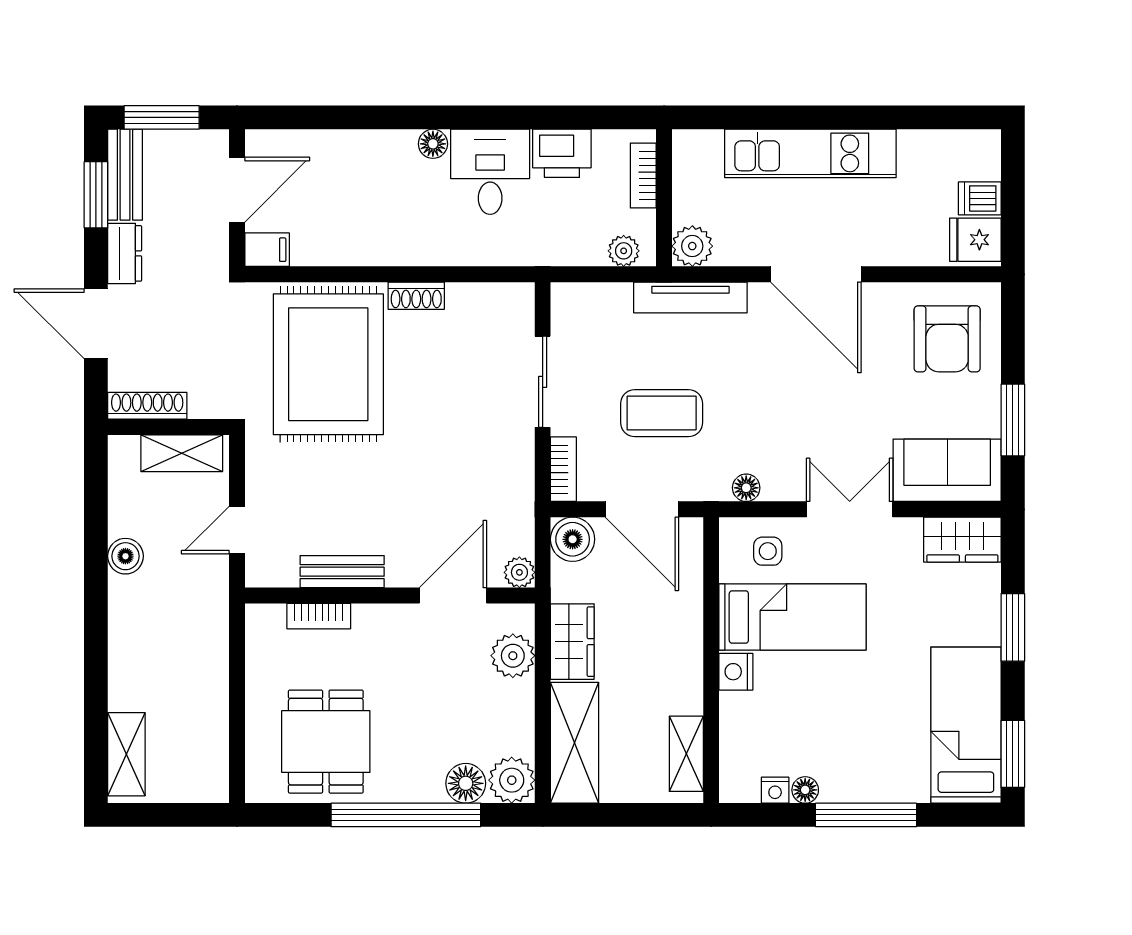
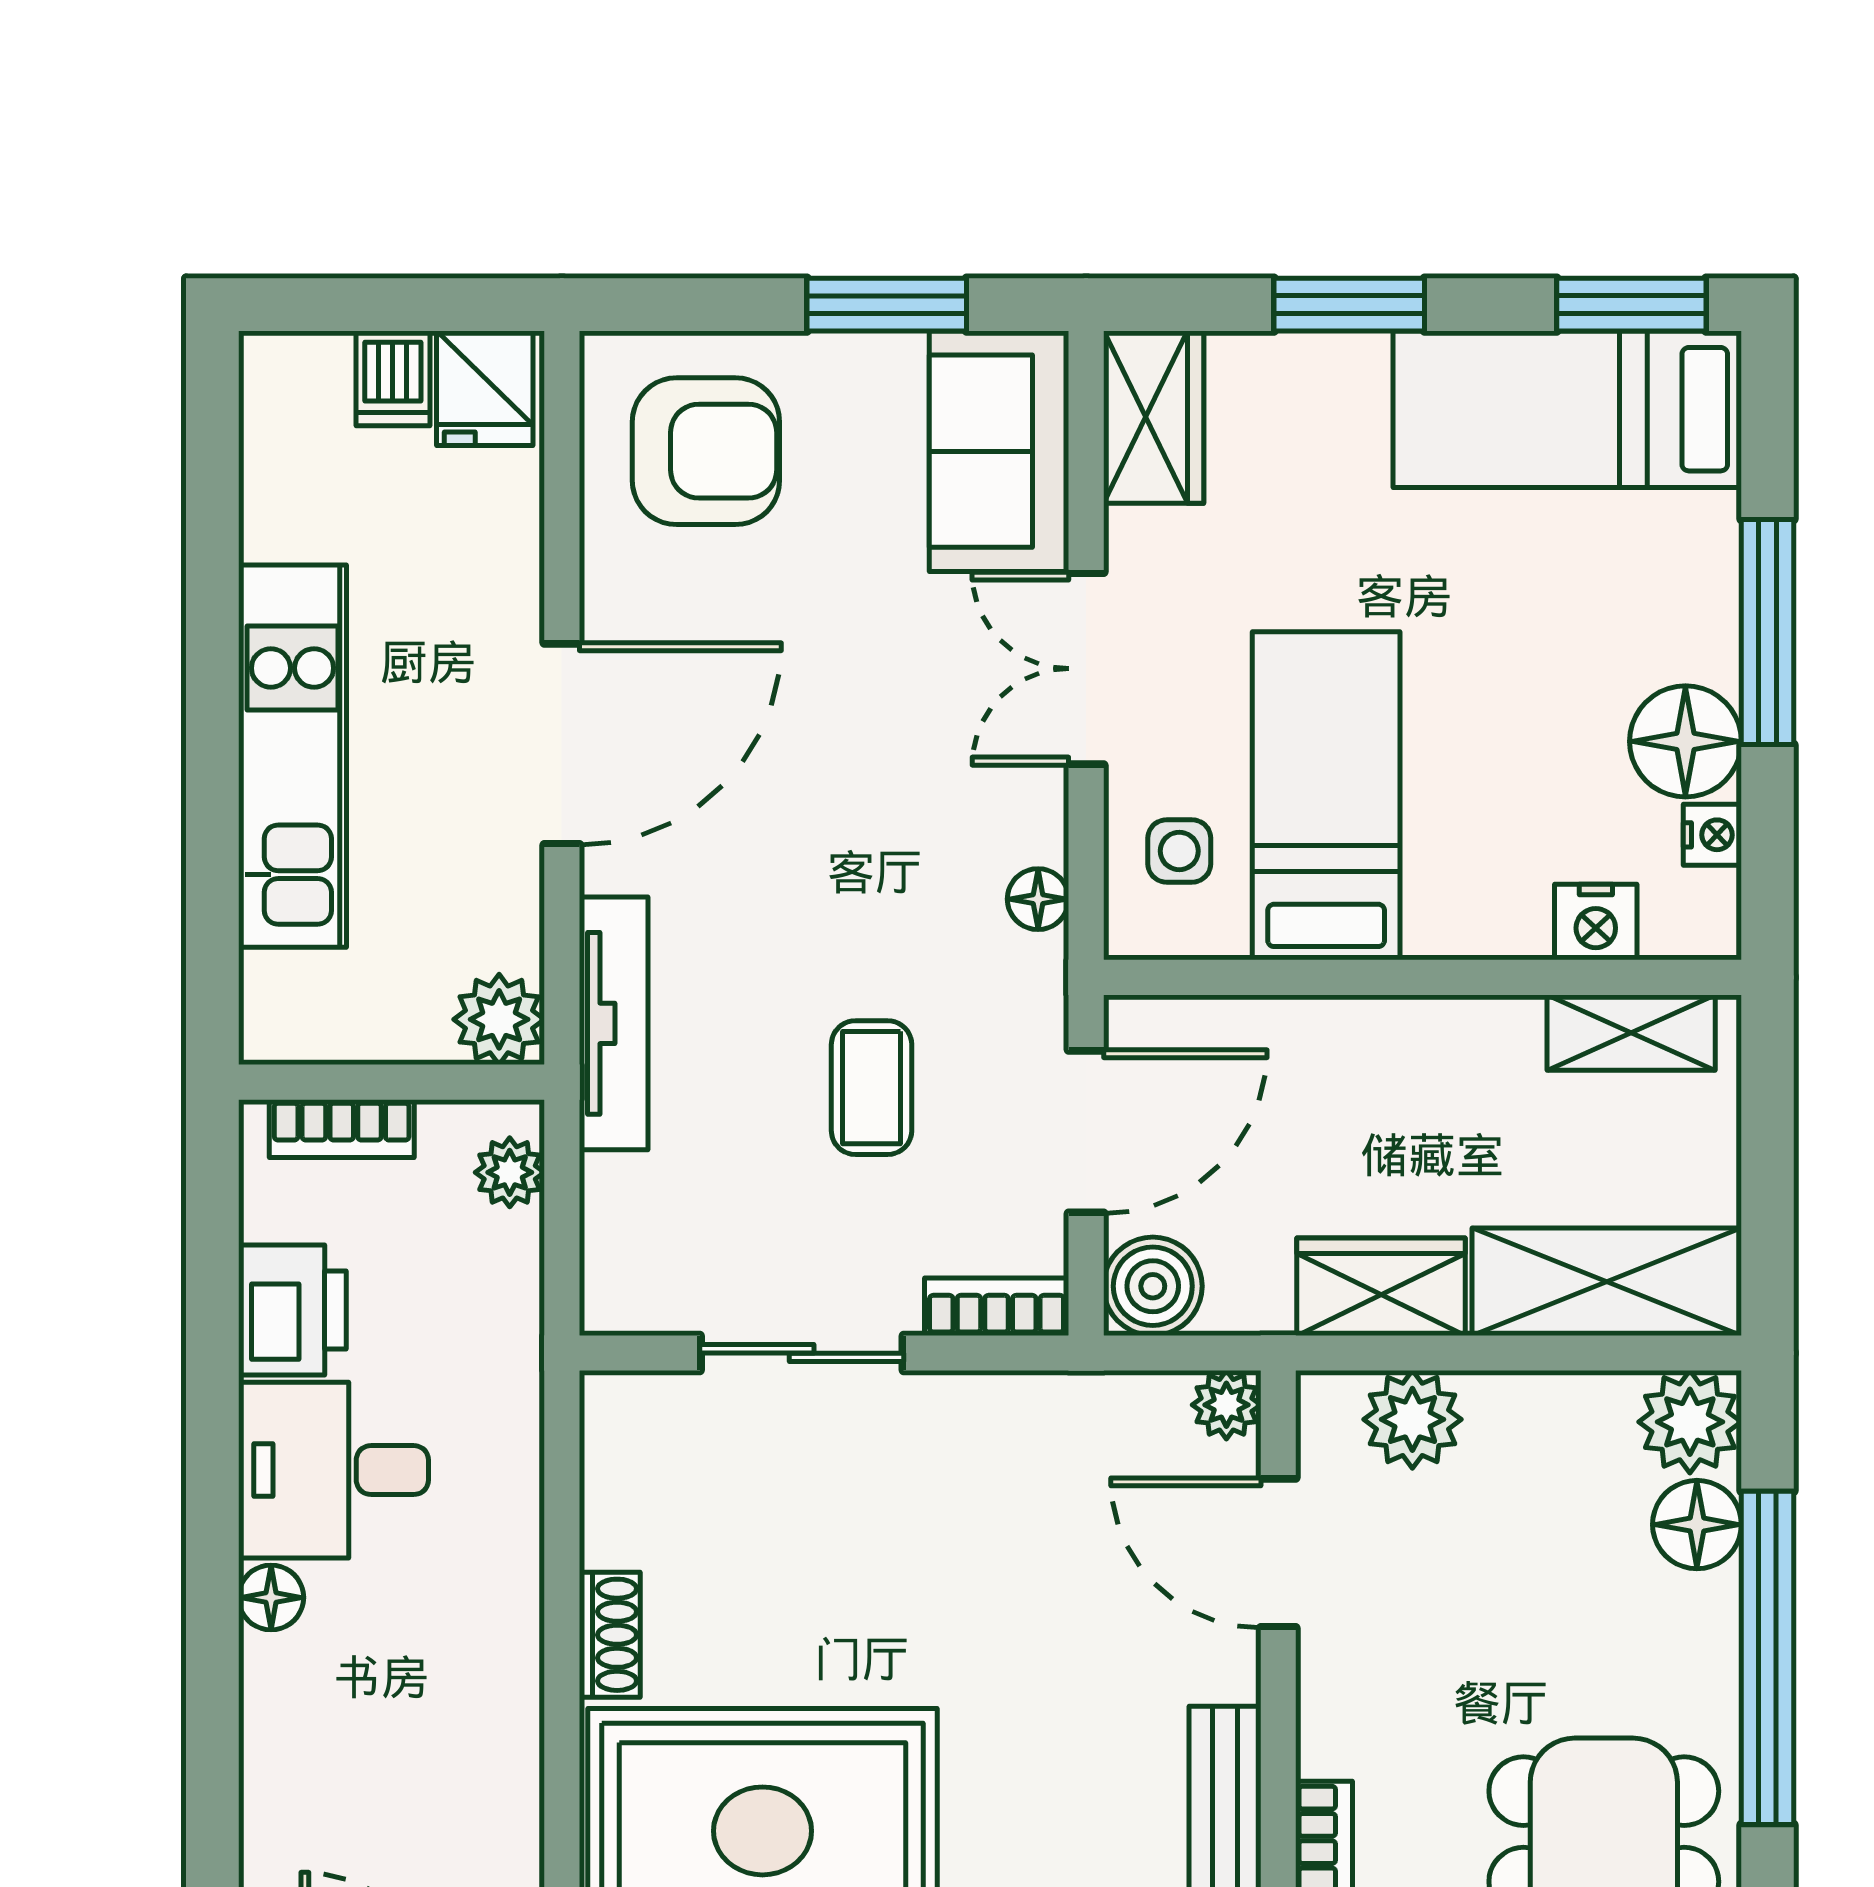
coffee table: (662, 413) -> (872, 1088), width x0.73, depth x0.77
nightstand: (736, 672) -> (1596, 922), moved
floor lamp: (805, 790) -> (1685, 741), width x1.89, depth x1.89

